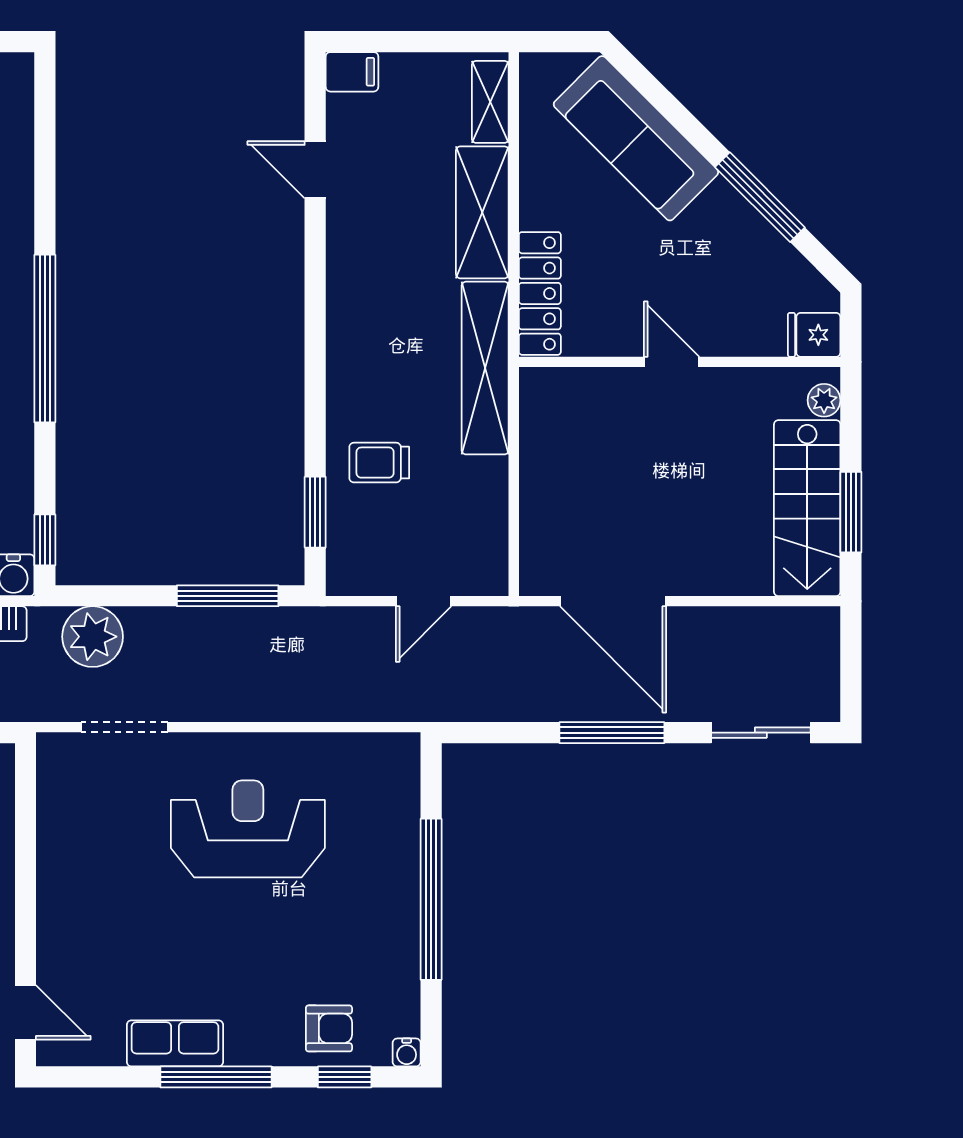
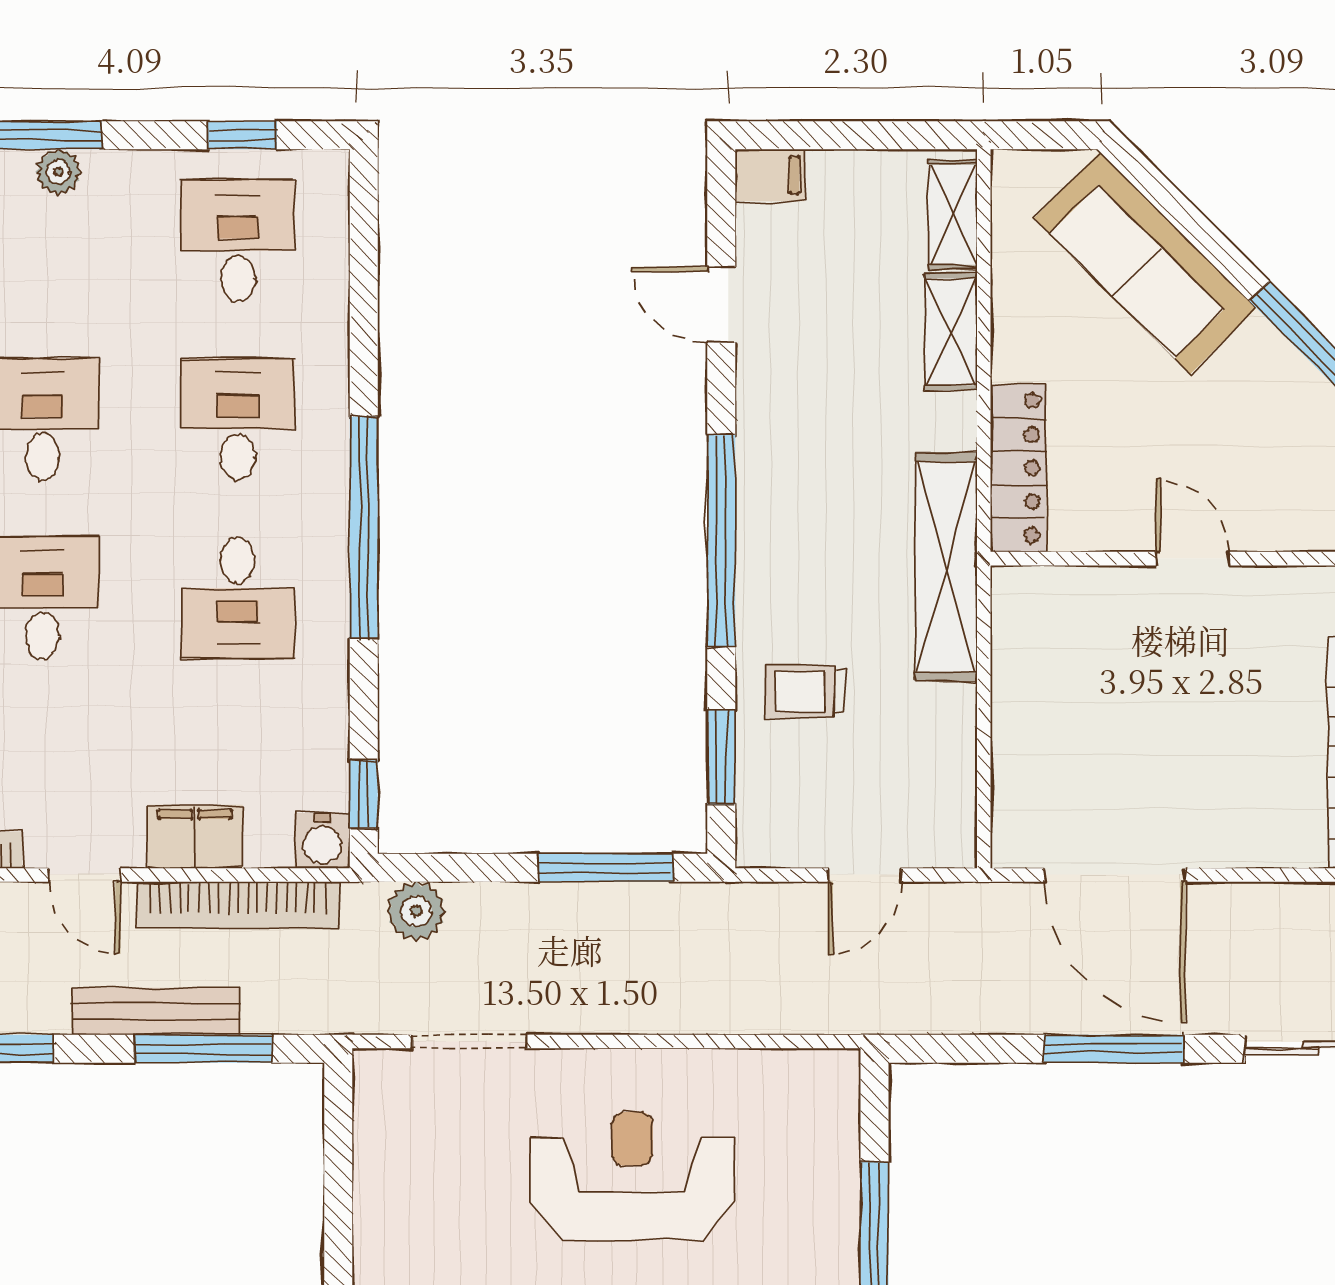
shelving: (482, 212) -> (951, 332), width x0.67, depth x0.75
window: (315, 348) -> (721, 541), added
plant: (93, 637) -> (416, 911), width x0.73, depth x0.73

